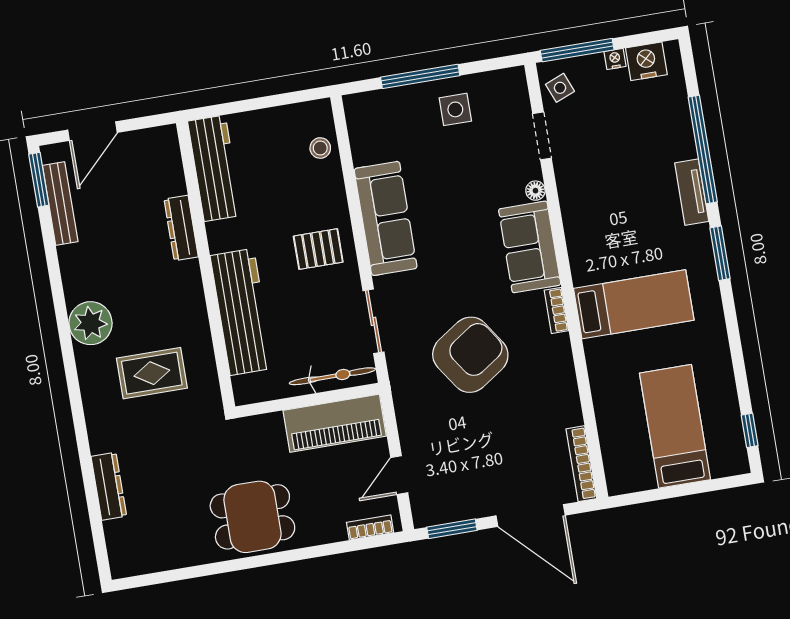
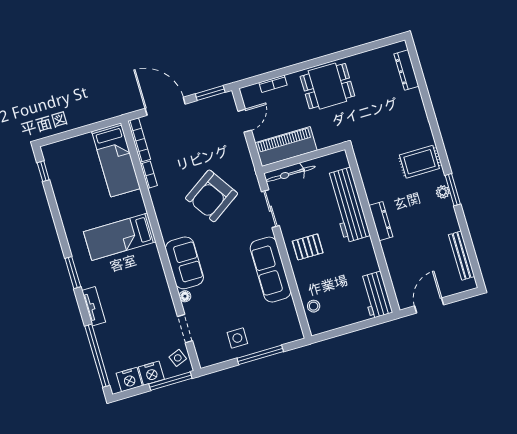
nightstand: (615, 59) -> (151, 373), width x1.89, depth x1.79
door: (92, 131) -> (429, 305), moved
window: (703, 150) -> (97, 356), moved
workbench: (215, 168) -> (376, 295), width x0.73
window: (39, 180) -> (453, 190), moved
dresser: (181, 228) -> (381, 221), moved
bookcase: (556, 310) -> (149, 175), moved
plant: (90, 323) -> (443, 192), width x0.53, depth x0.53
rug: (152, 373) -> (419, 162), moved
bed: (675, 426) -> (116, 160), moved
dresser: (109, 486) -> (406, 70), moved
bookcase: (370, 527) -> (273, 84), moved

